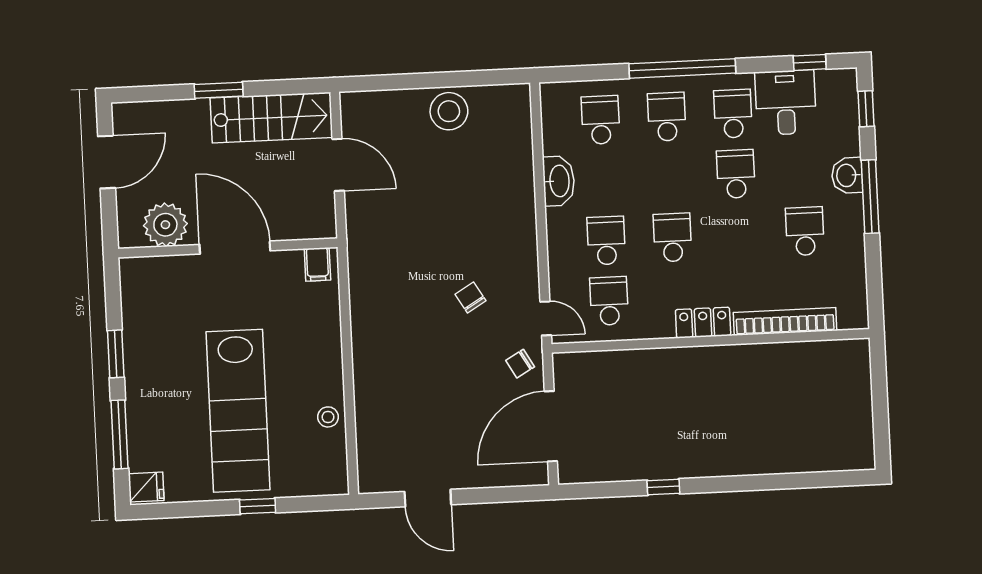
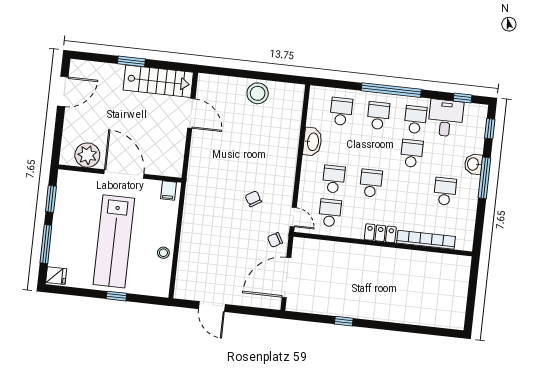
plant: (165, 225) -> (87, 155), moved
wall: (228, 248) -> (120, 174), moved
door: (235, 248) -> (124, 174), moved
filing cabinet: (317, 264) -> (168, 191), moved

